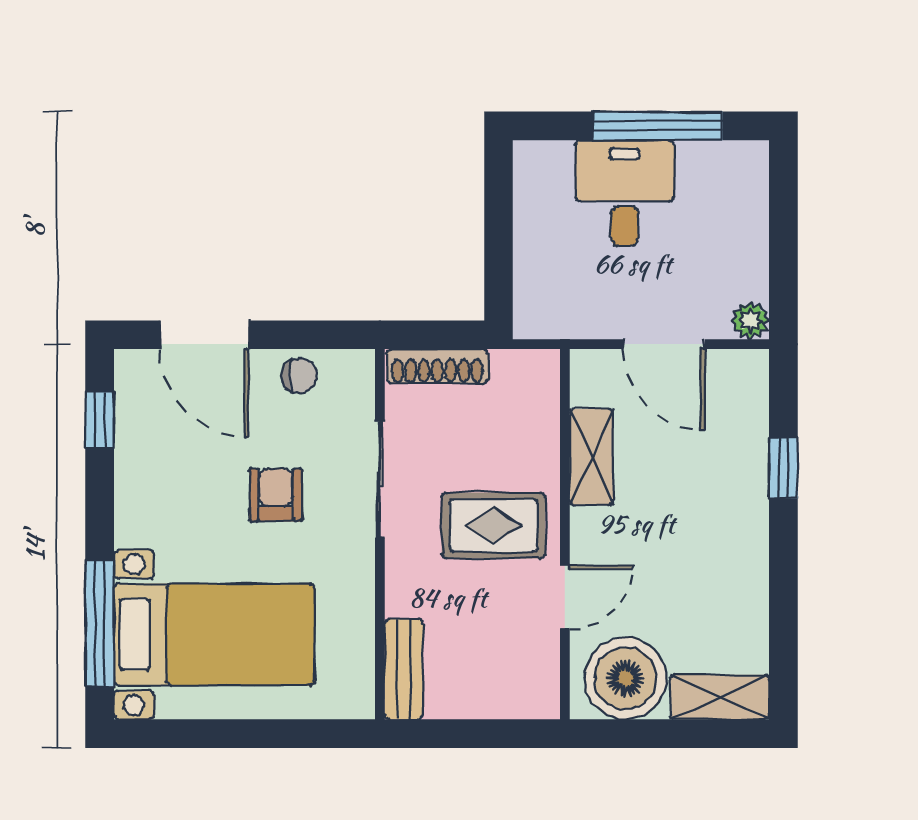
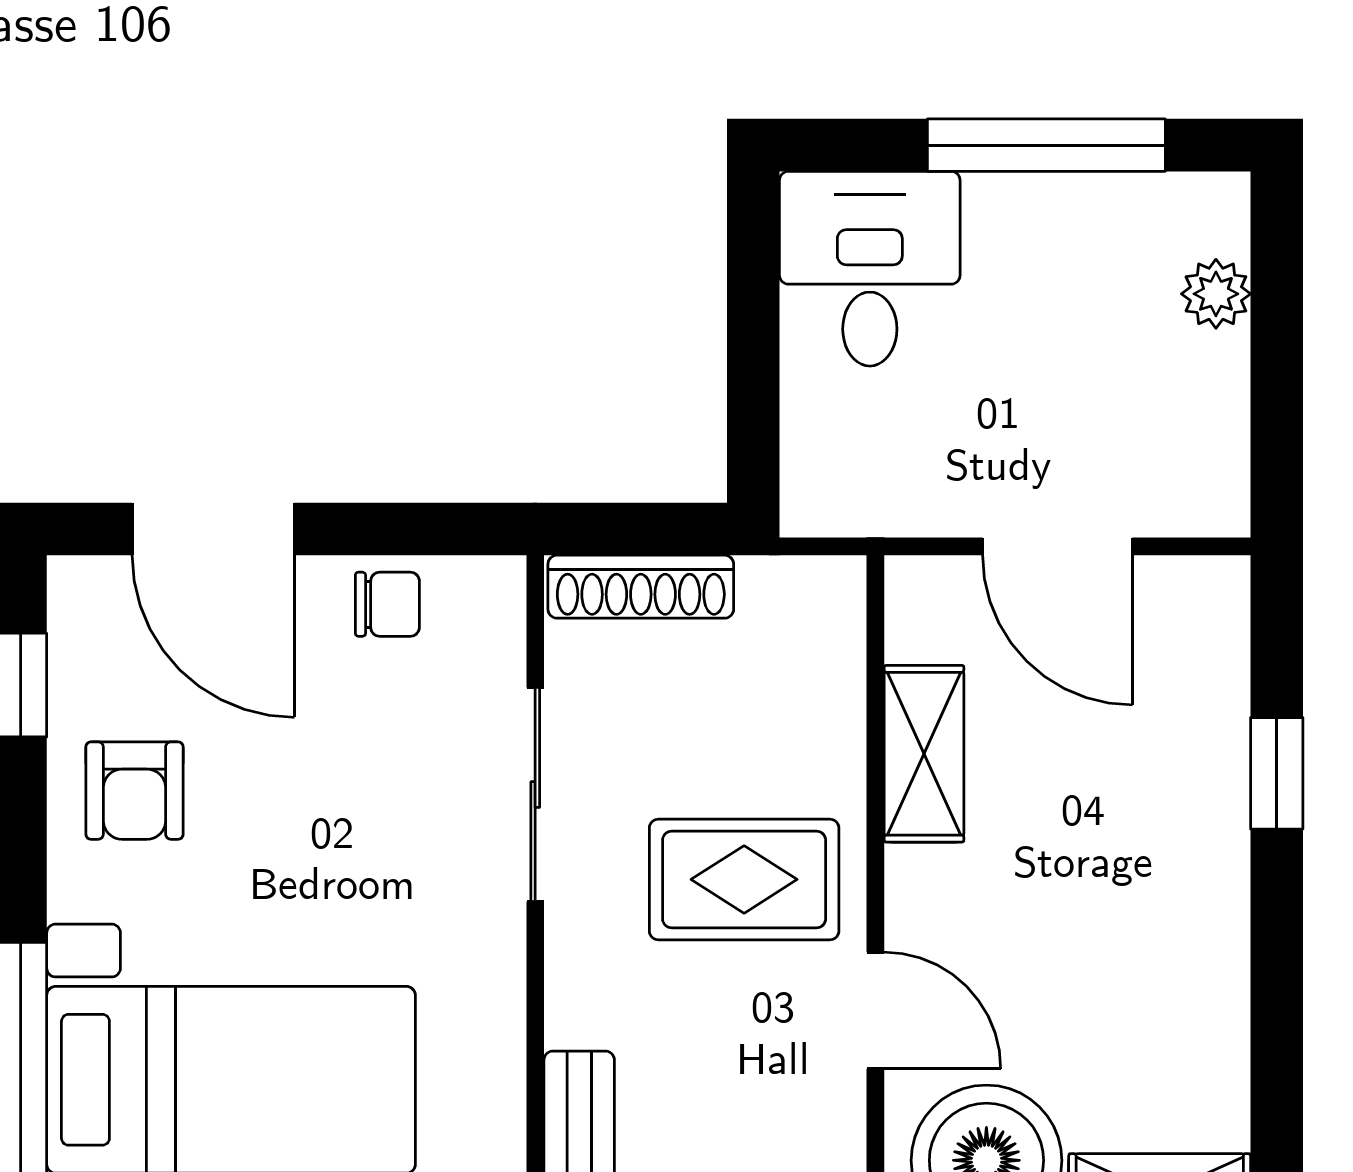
desk: (625, 193) -> (870, 269), moved
plant: (750, 321) -> (1216, 294), moved
armchair: (276, 495) -> (134, 791), moved, turned 180
door: (565, 597) -> (875, 1010), hinge flipped

